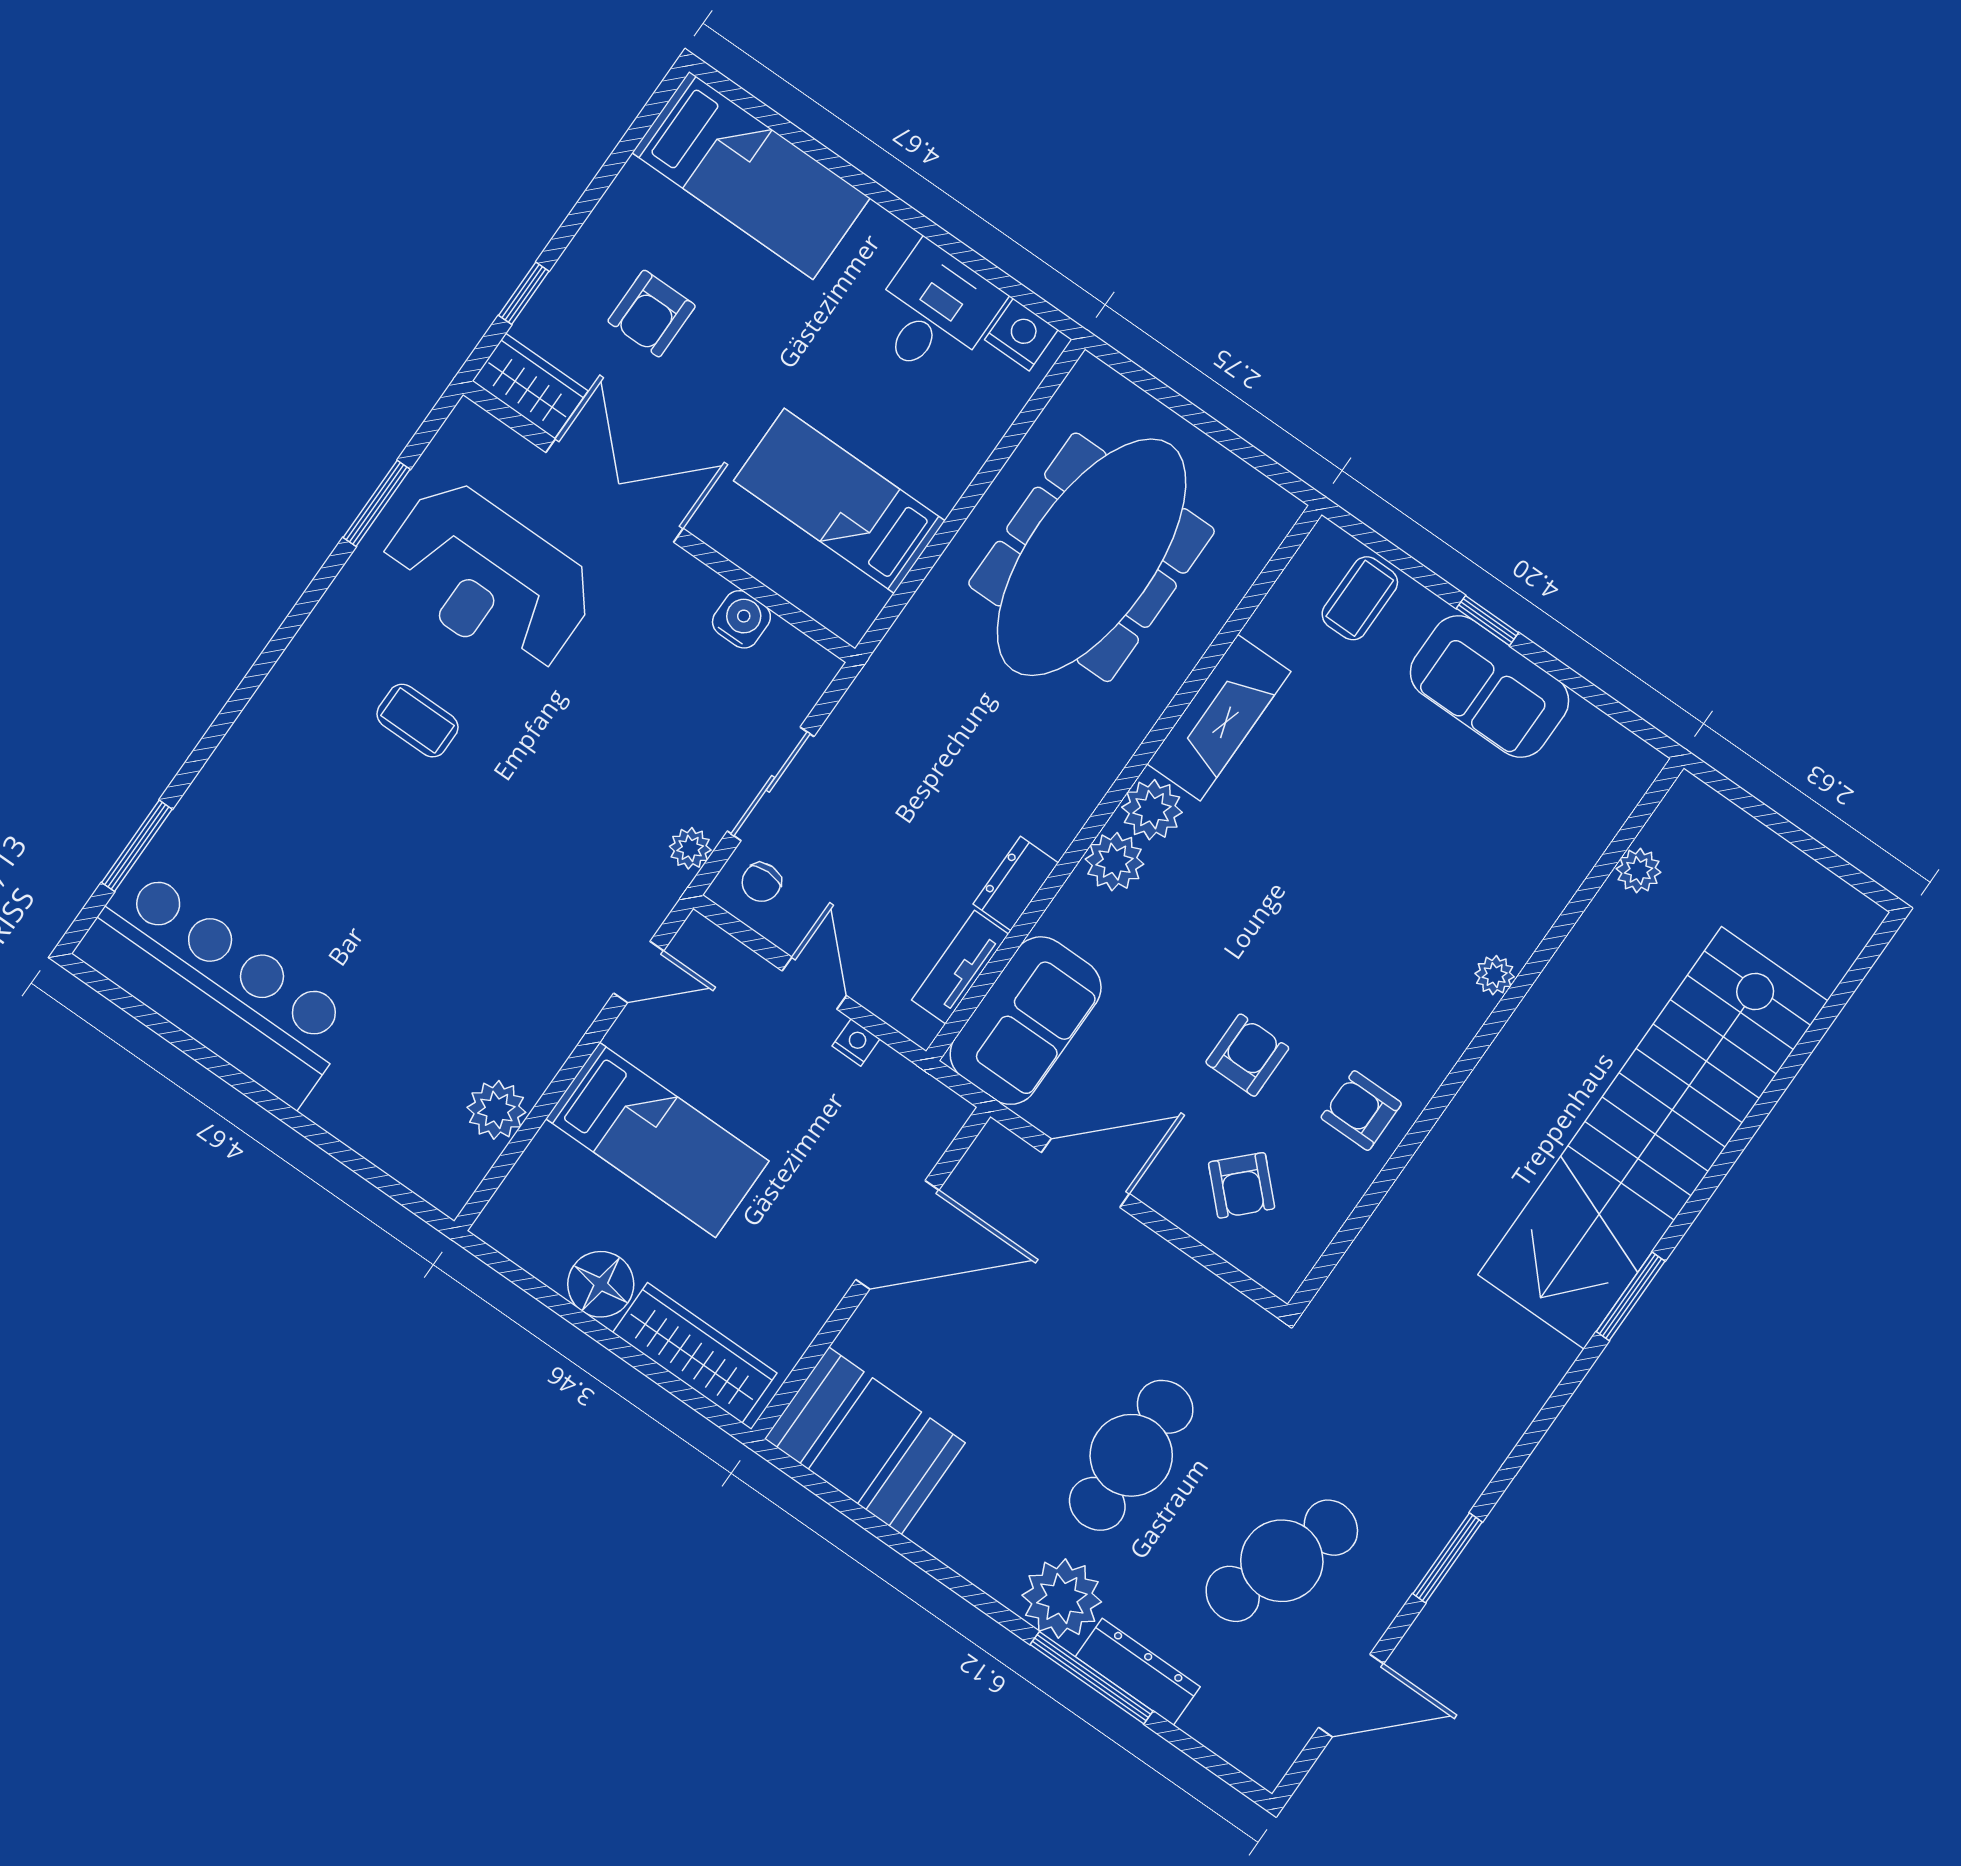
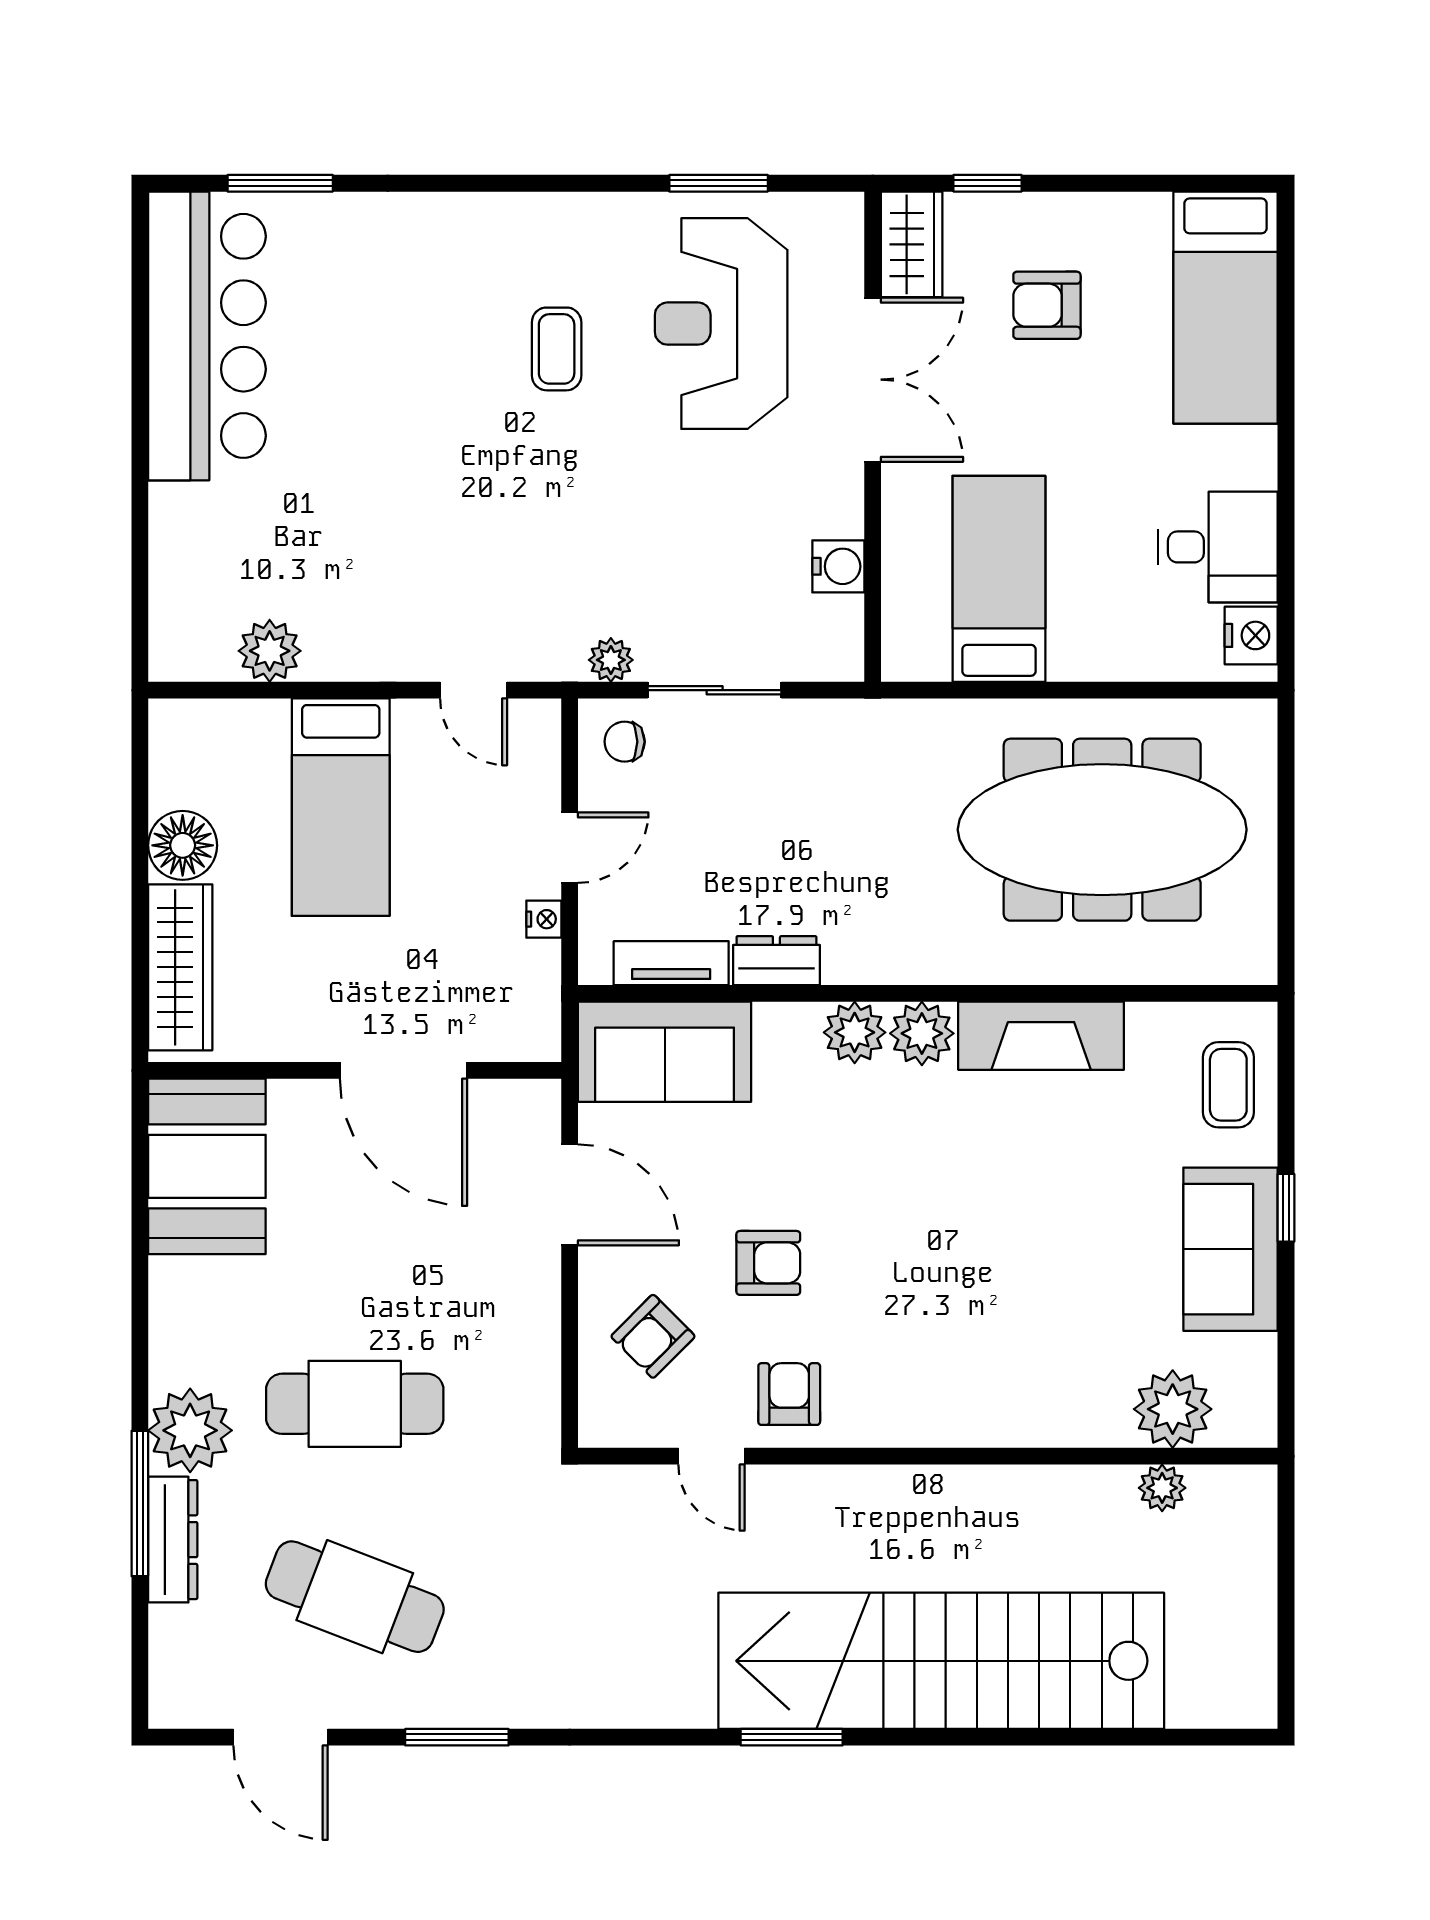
coffee table: (1360, 598) -> (1228, 1085), turned 90
plant: (1495, 975) -> (1173, 1409), moved, width x1.87, depth x1.87
door: (1367, 1205) -> (712, 1456), added

